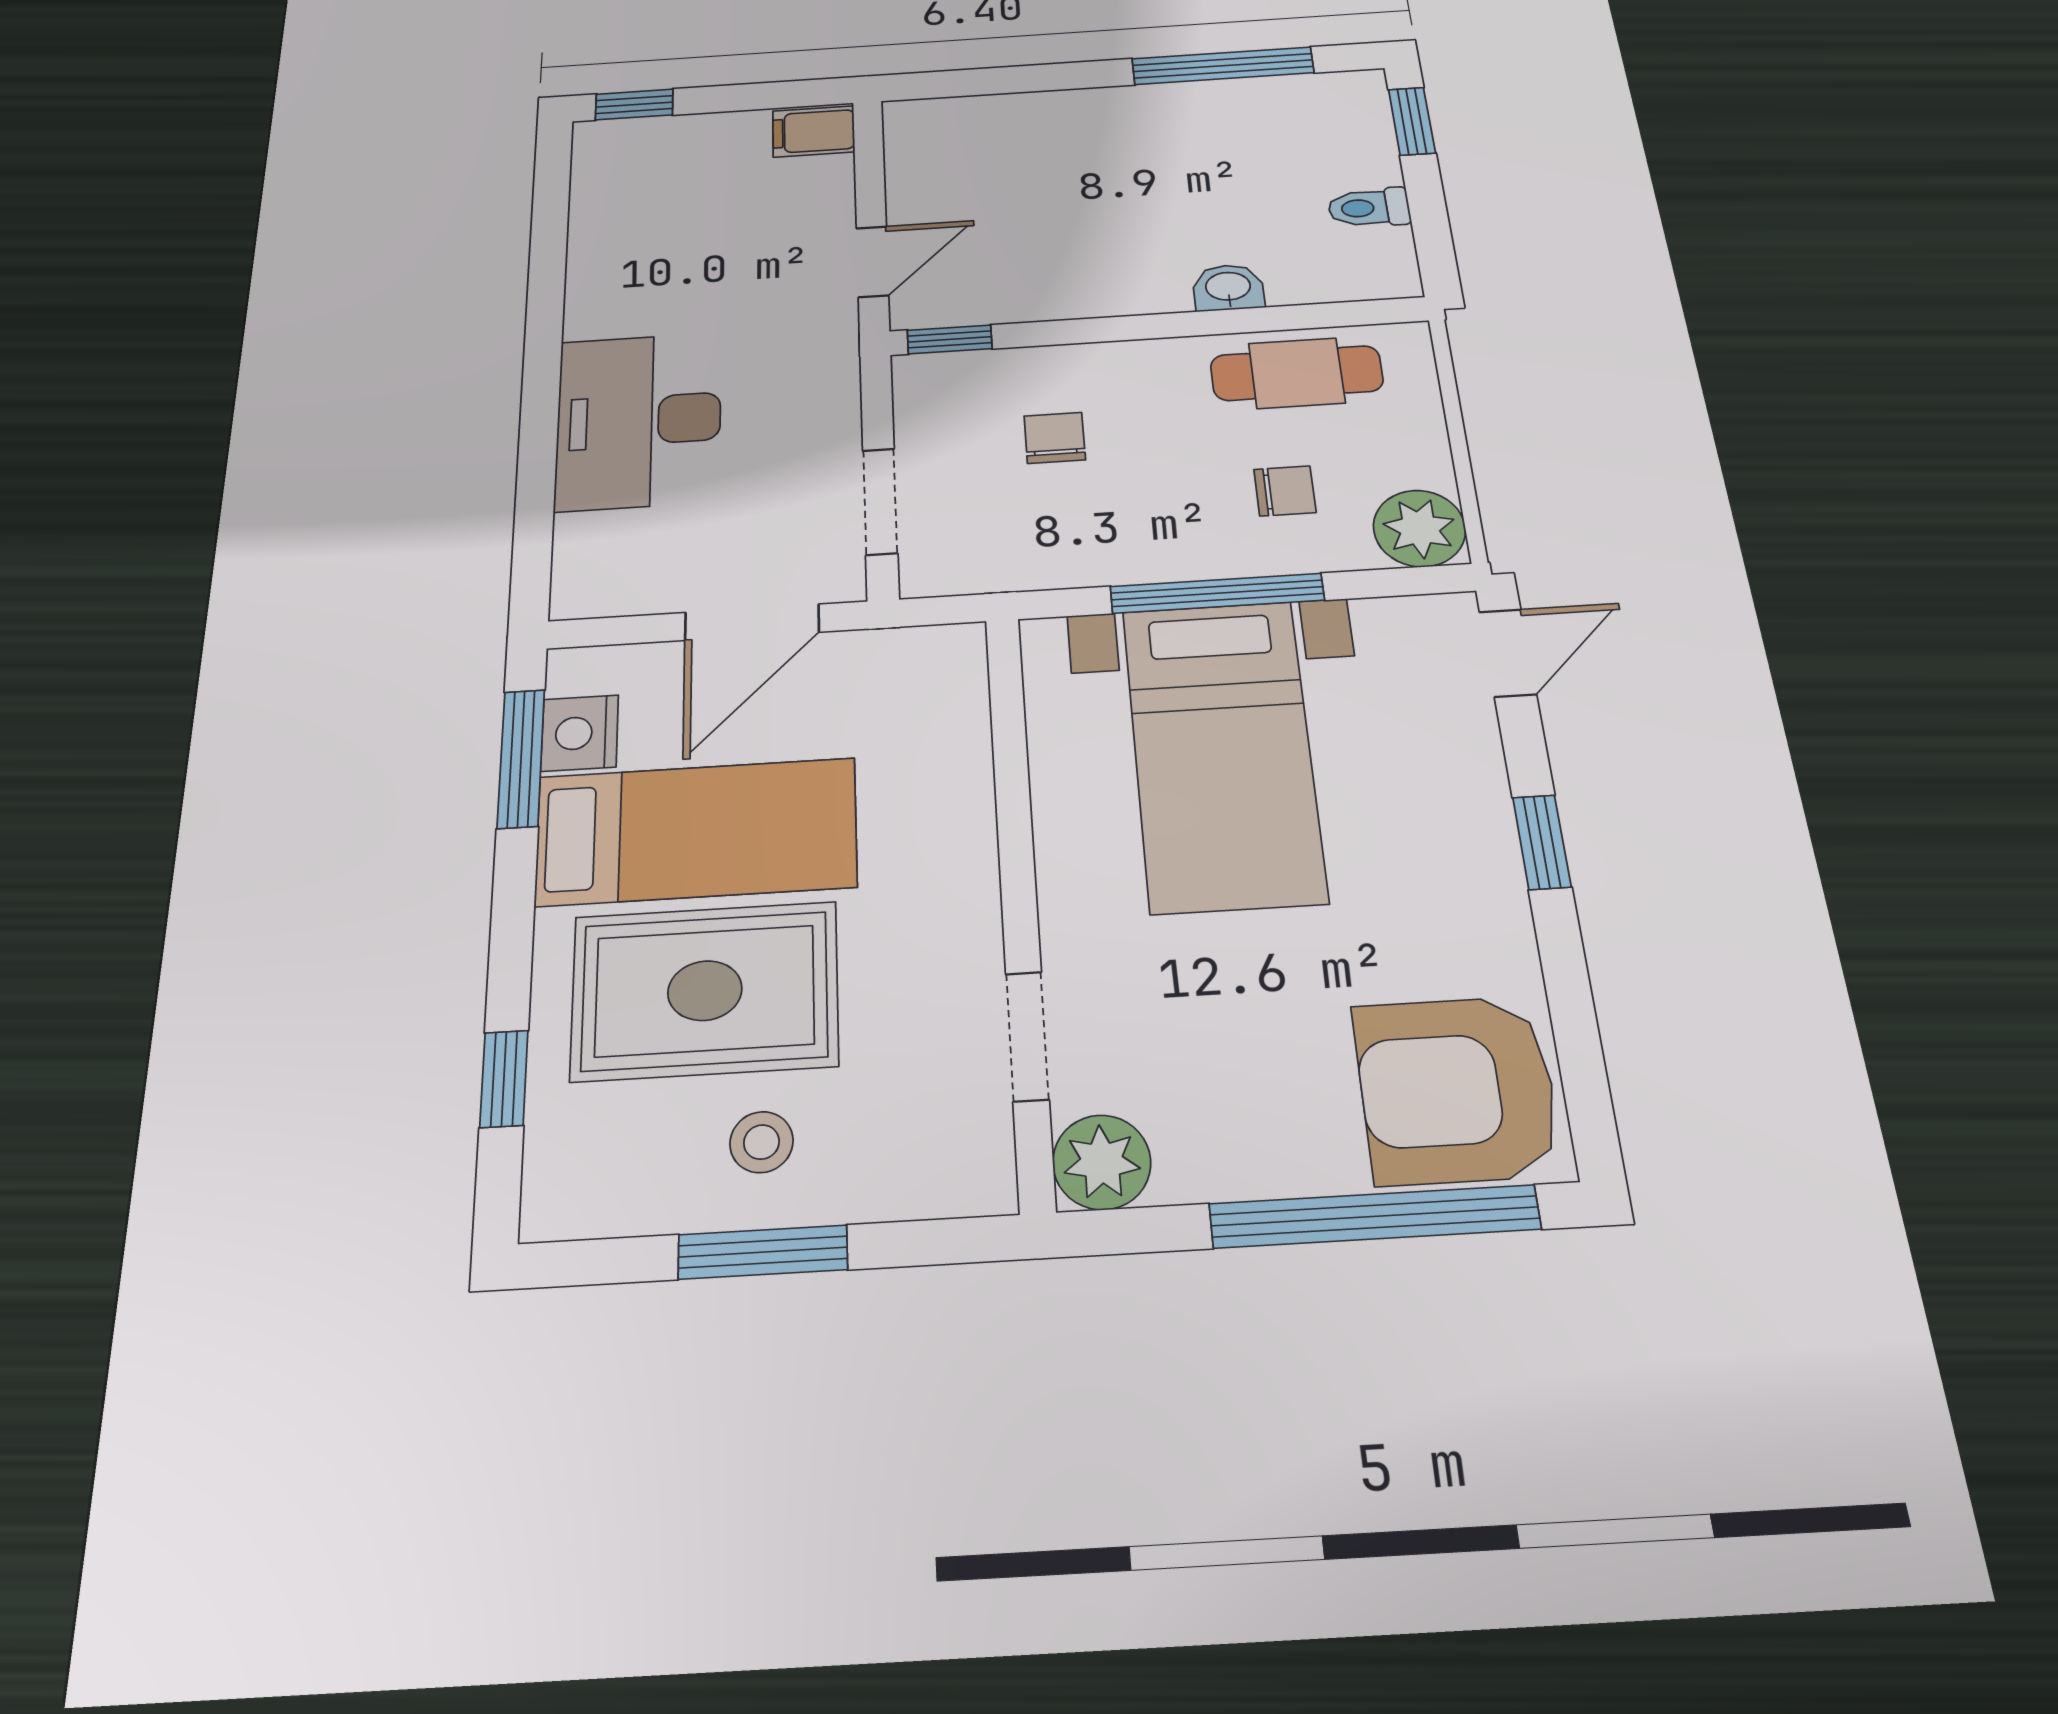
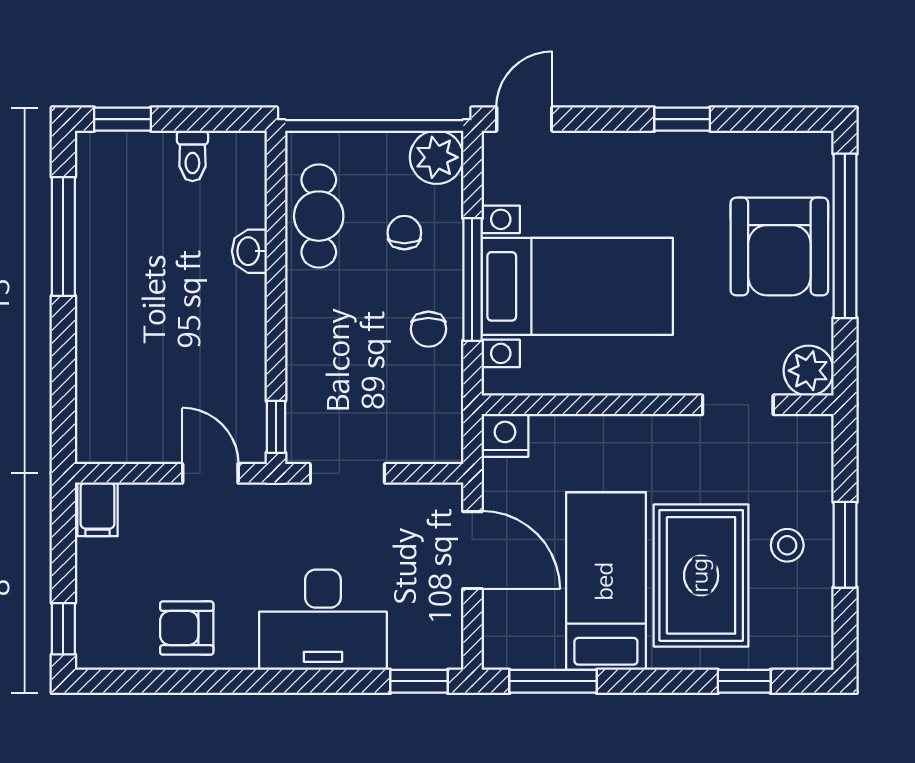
armchair: (631, 249) -> (187, 628), added
chair: (1055, 438) -> (428, 329), moved, turned -90
doorway: (880, 501) -> (347, 473), moved
window: (532, 559) -> (419, 681), added
door: (1508, 653) -> (524, 119), hinge flipped
nightstand: (580, 733) -> (505, 435), moved, turned 180
window: (1542, 842) -> (682, 119), moved
armchair: (1457, 1090) -> (779, 247), moved

